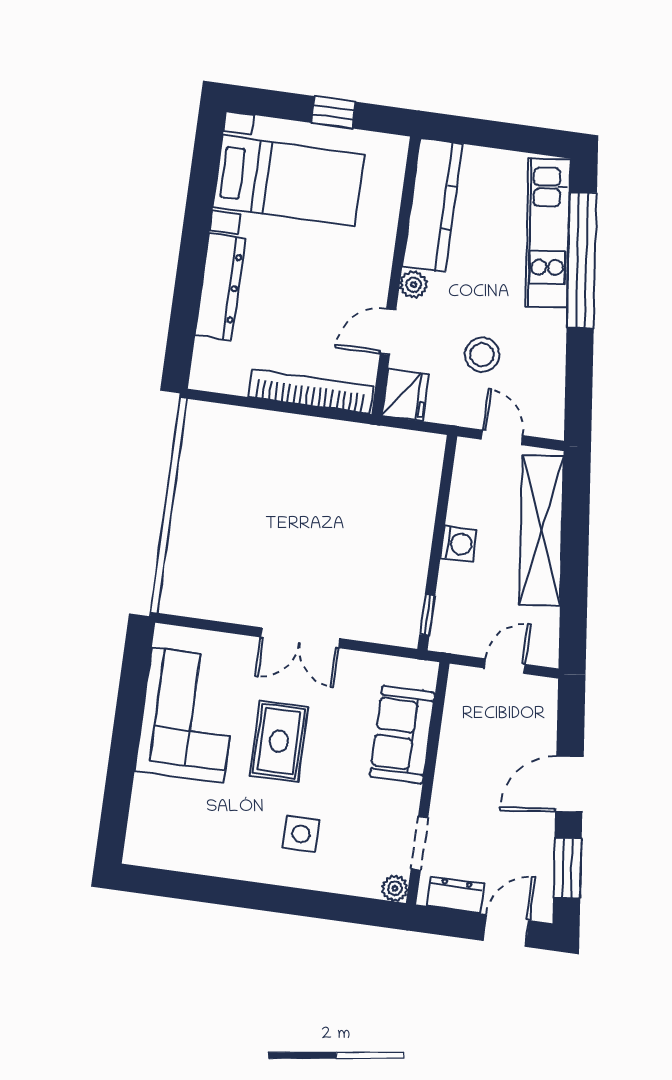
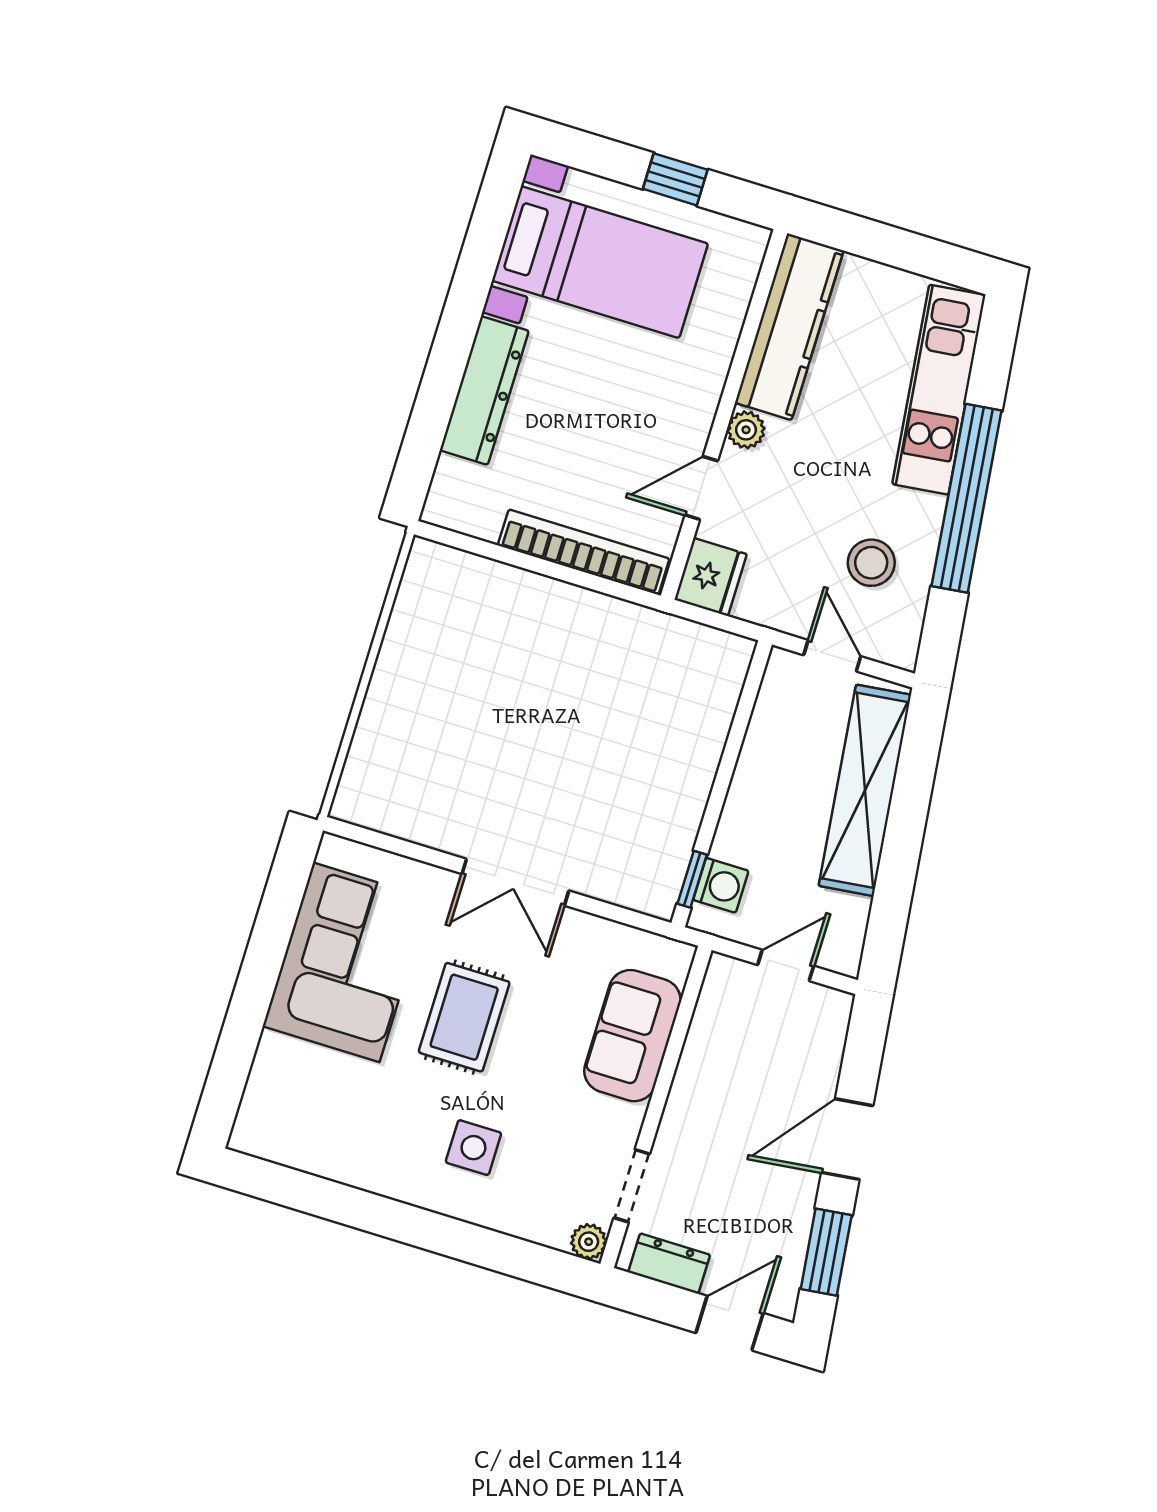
window: (582, 260) -> (967, 498), moved
stool: (482, 355) -> (871, 563), moved
washing machine: (459, 544) -> (721, 885), moved

